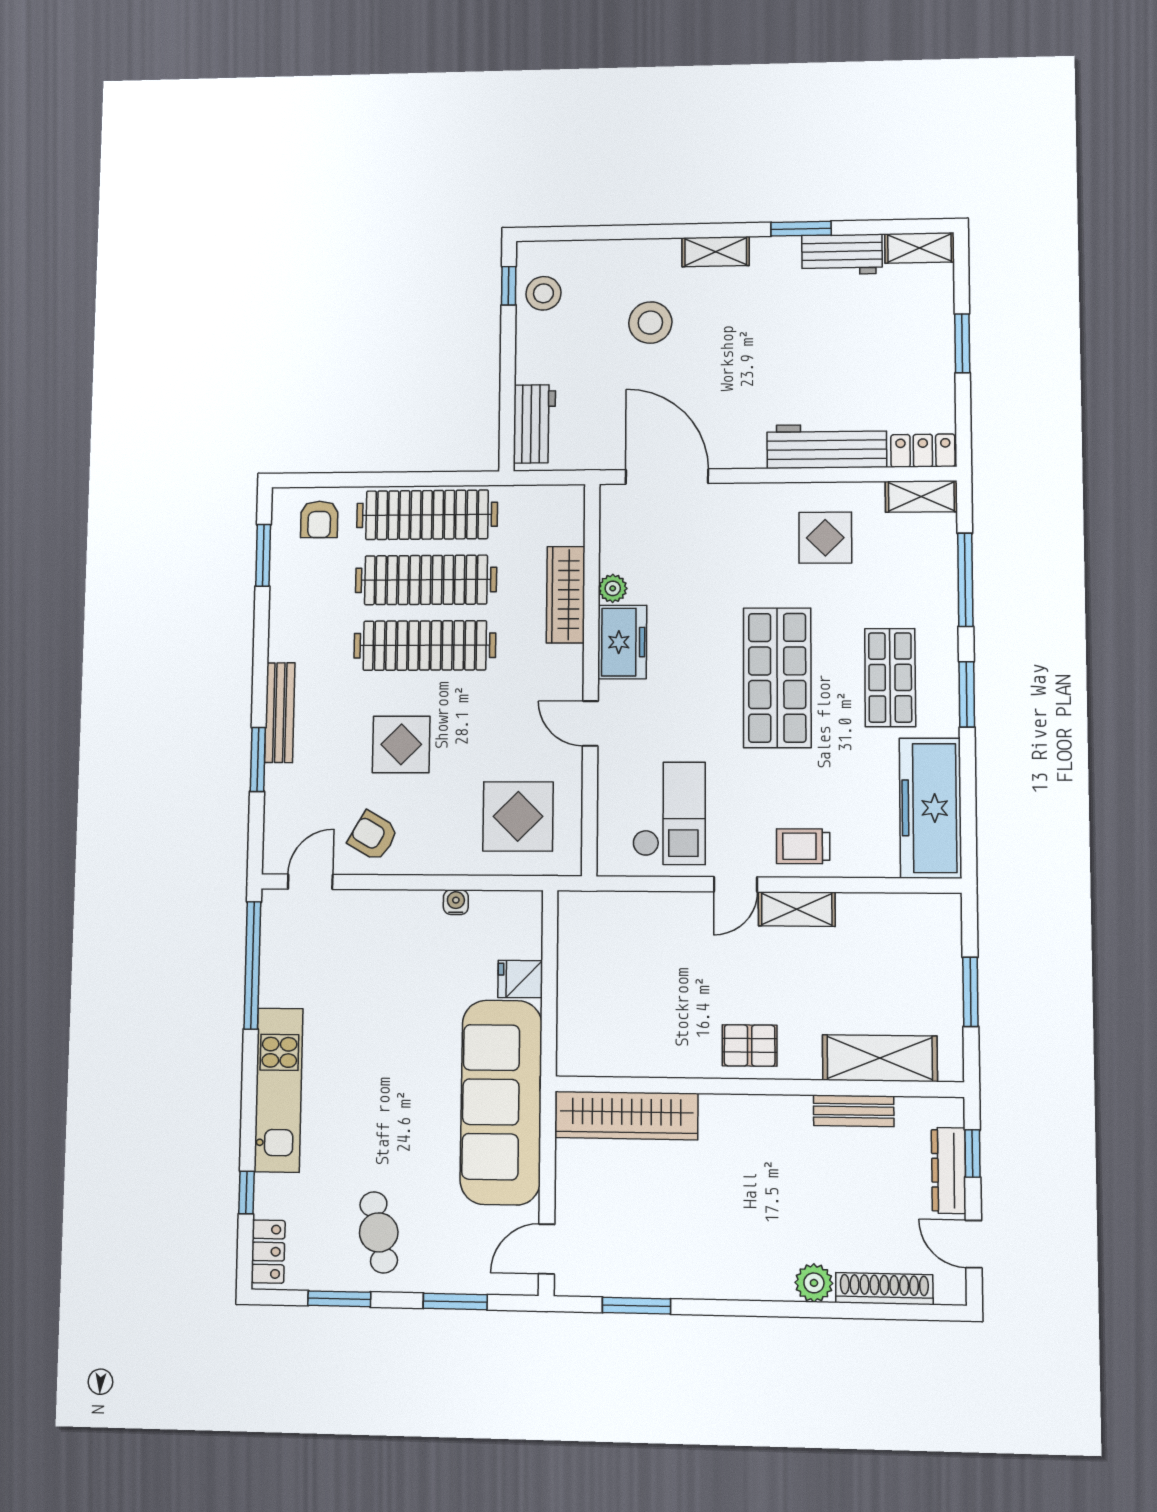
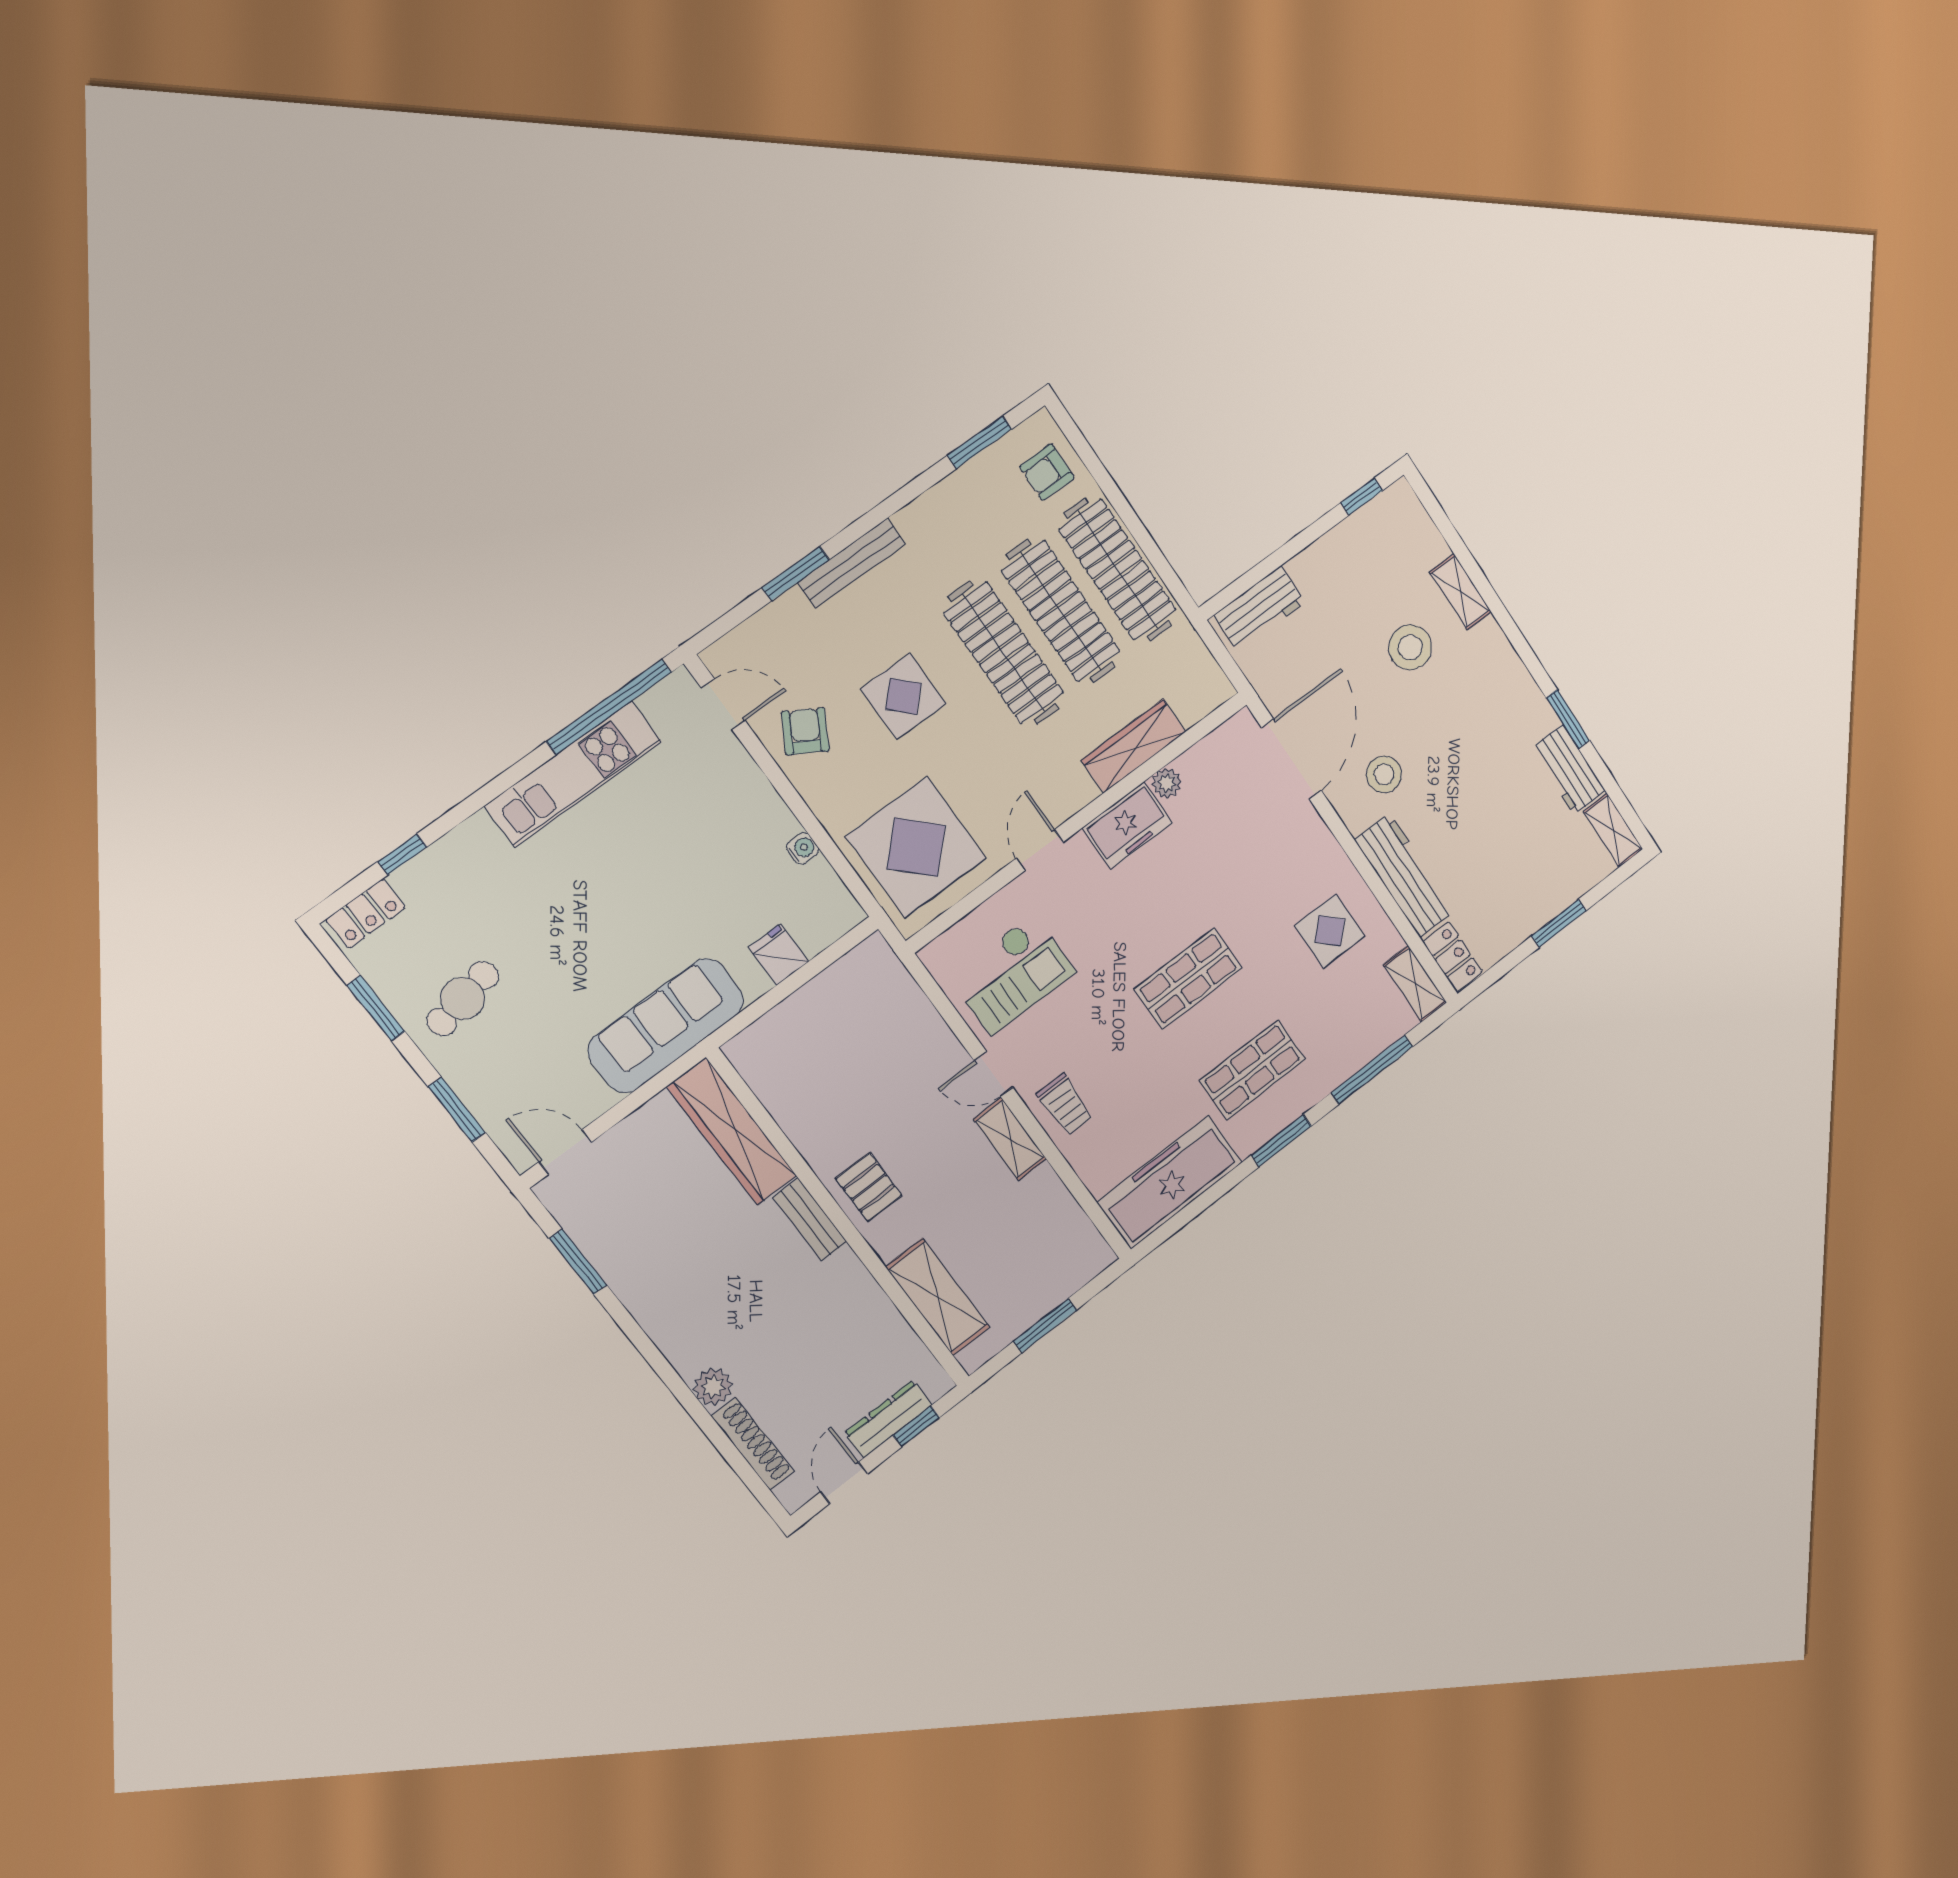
shelving: (716, 252) -> (1461, 592), moved
stool: (543, 293) -> (1384, 774), moved
shop shelf: (777, 678) -> (1188, 979), width x0.70, depth x0.74
display table: (518, 816) -> (916, 847), width x1.36, depth x1.36
trolley: (803, 846) -> (1065, 1105), turned 180
kitchen unit: (279, 1090) -> (574, 774), moved
sofa: (501, 1102) -> (666, 1026), width x0.74, depth x0.79
bench: (854, 1111) -> (810, 1220), moved

